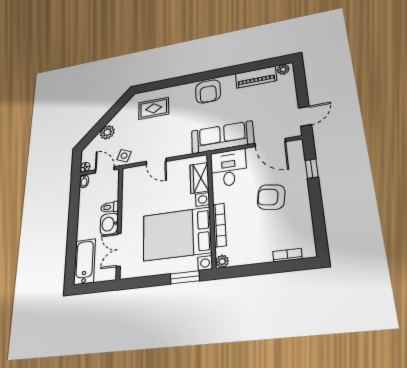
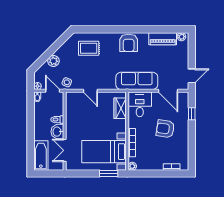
bed with nightstands: (177, 234) -> (104, 152), width x0.73

